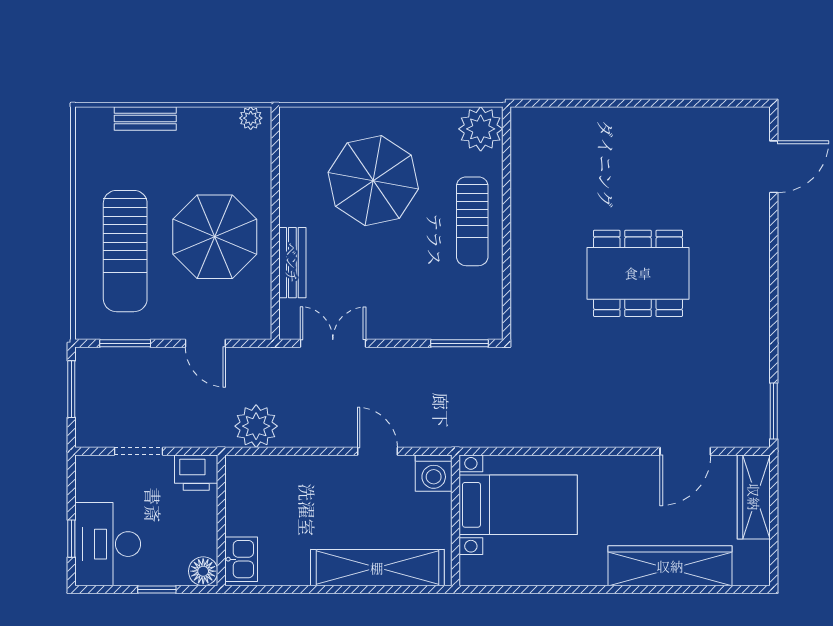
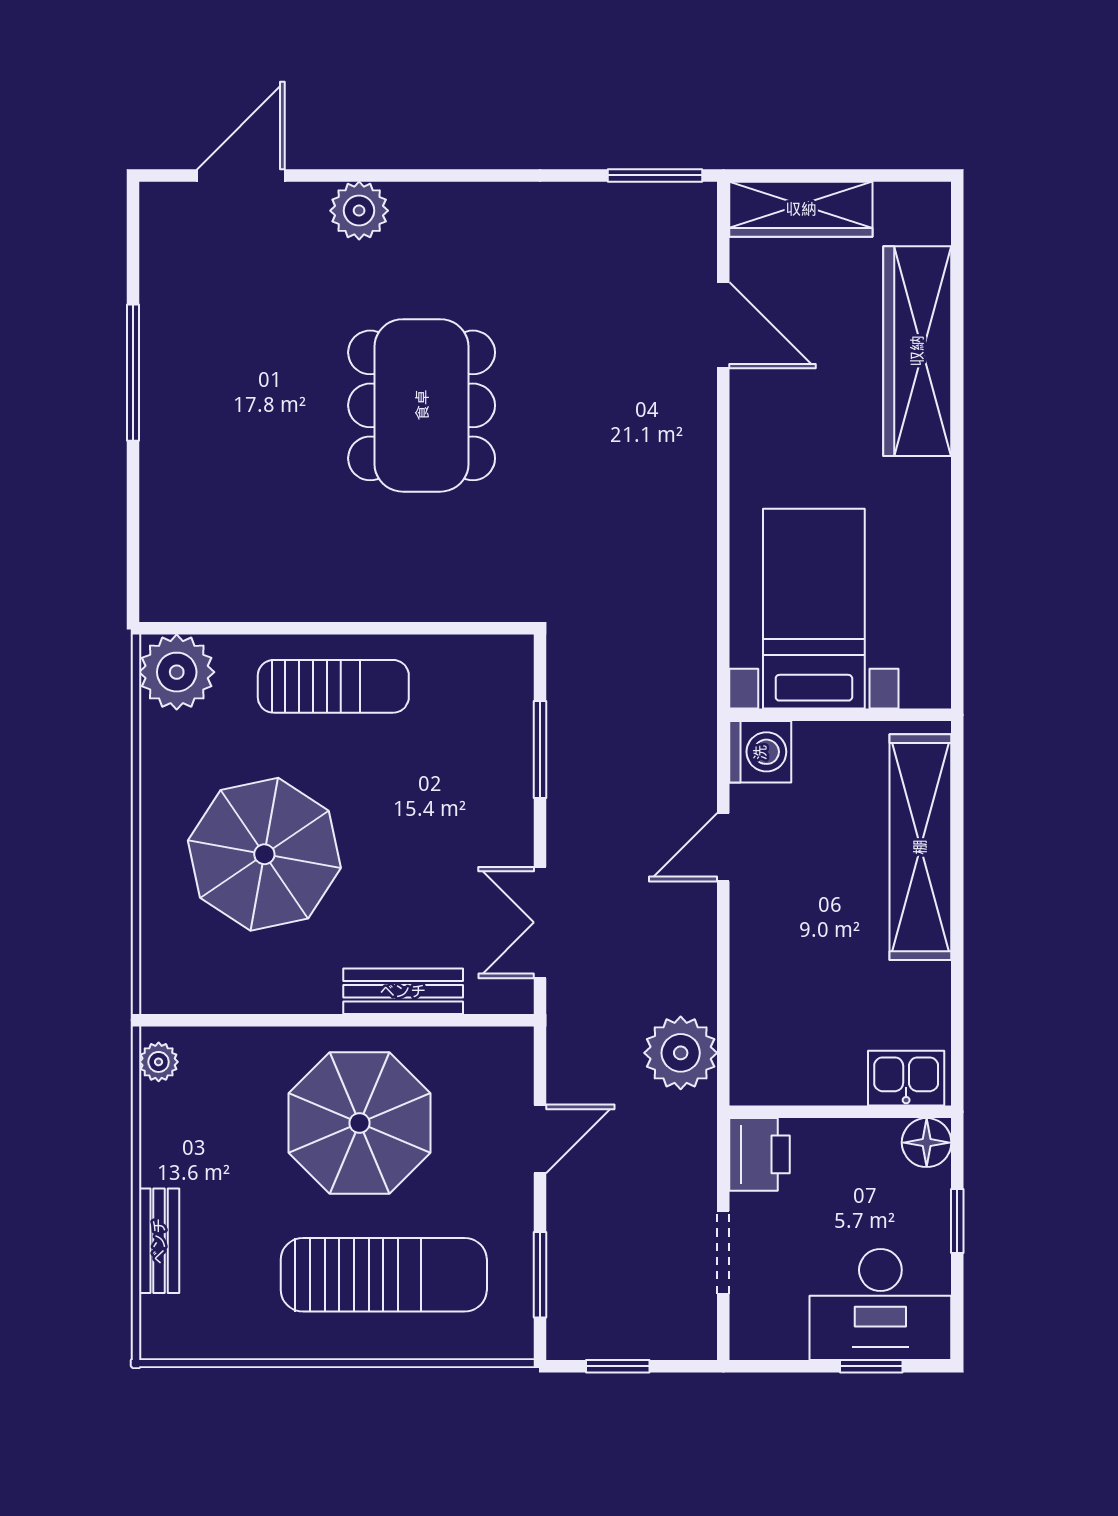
window: (657, 103) -> (133, 373), added
door: (774, 167) -> (241, 175), hinge flipped
plant: (753, 236) -> (359, 211), added
window: (459, 343) -> (540, 750), moved
window: (71, 389) -> (618, 1366), width x0.67

